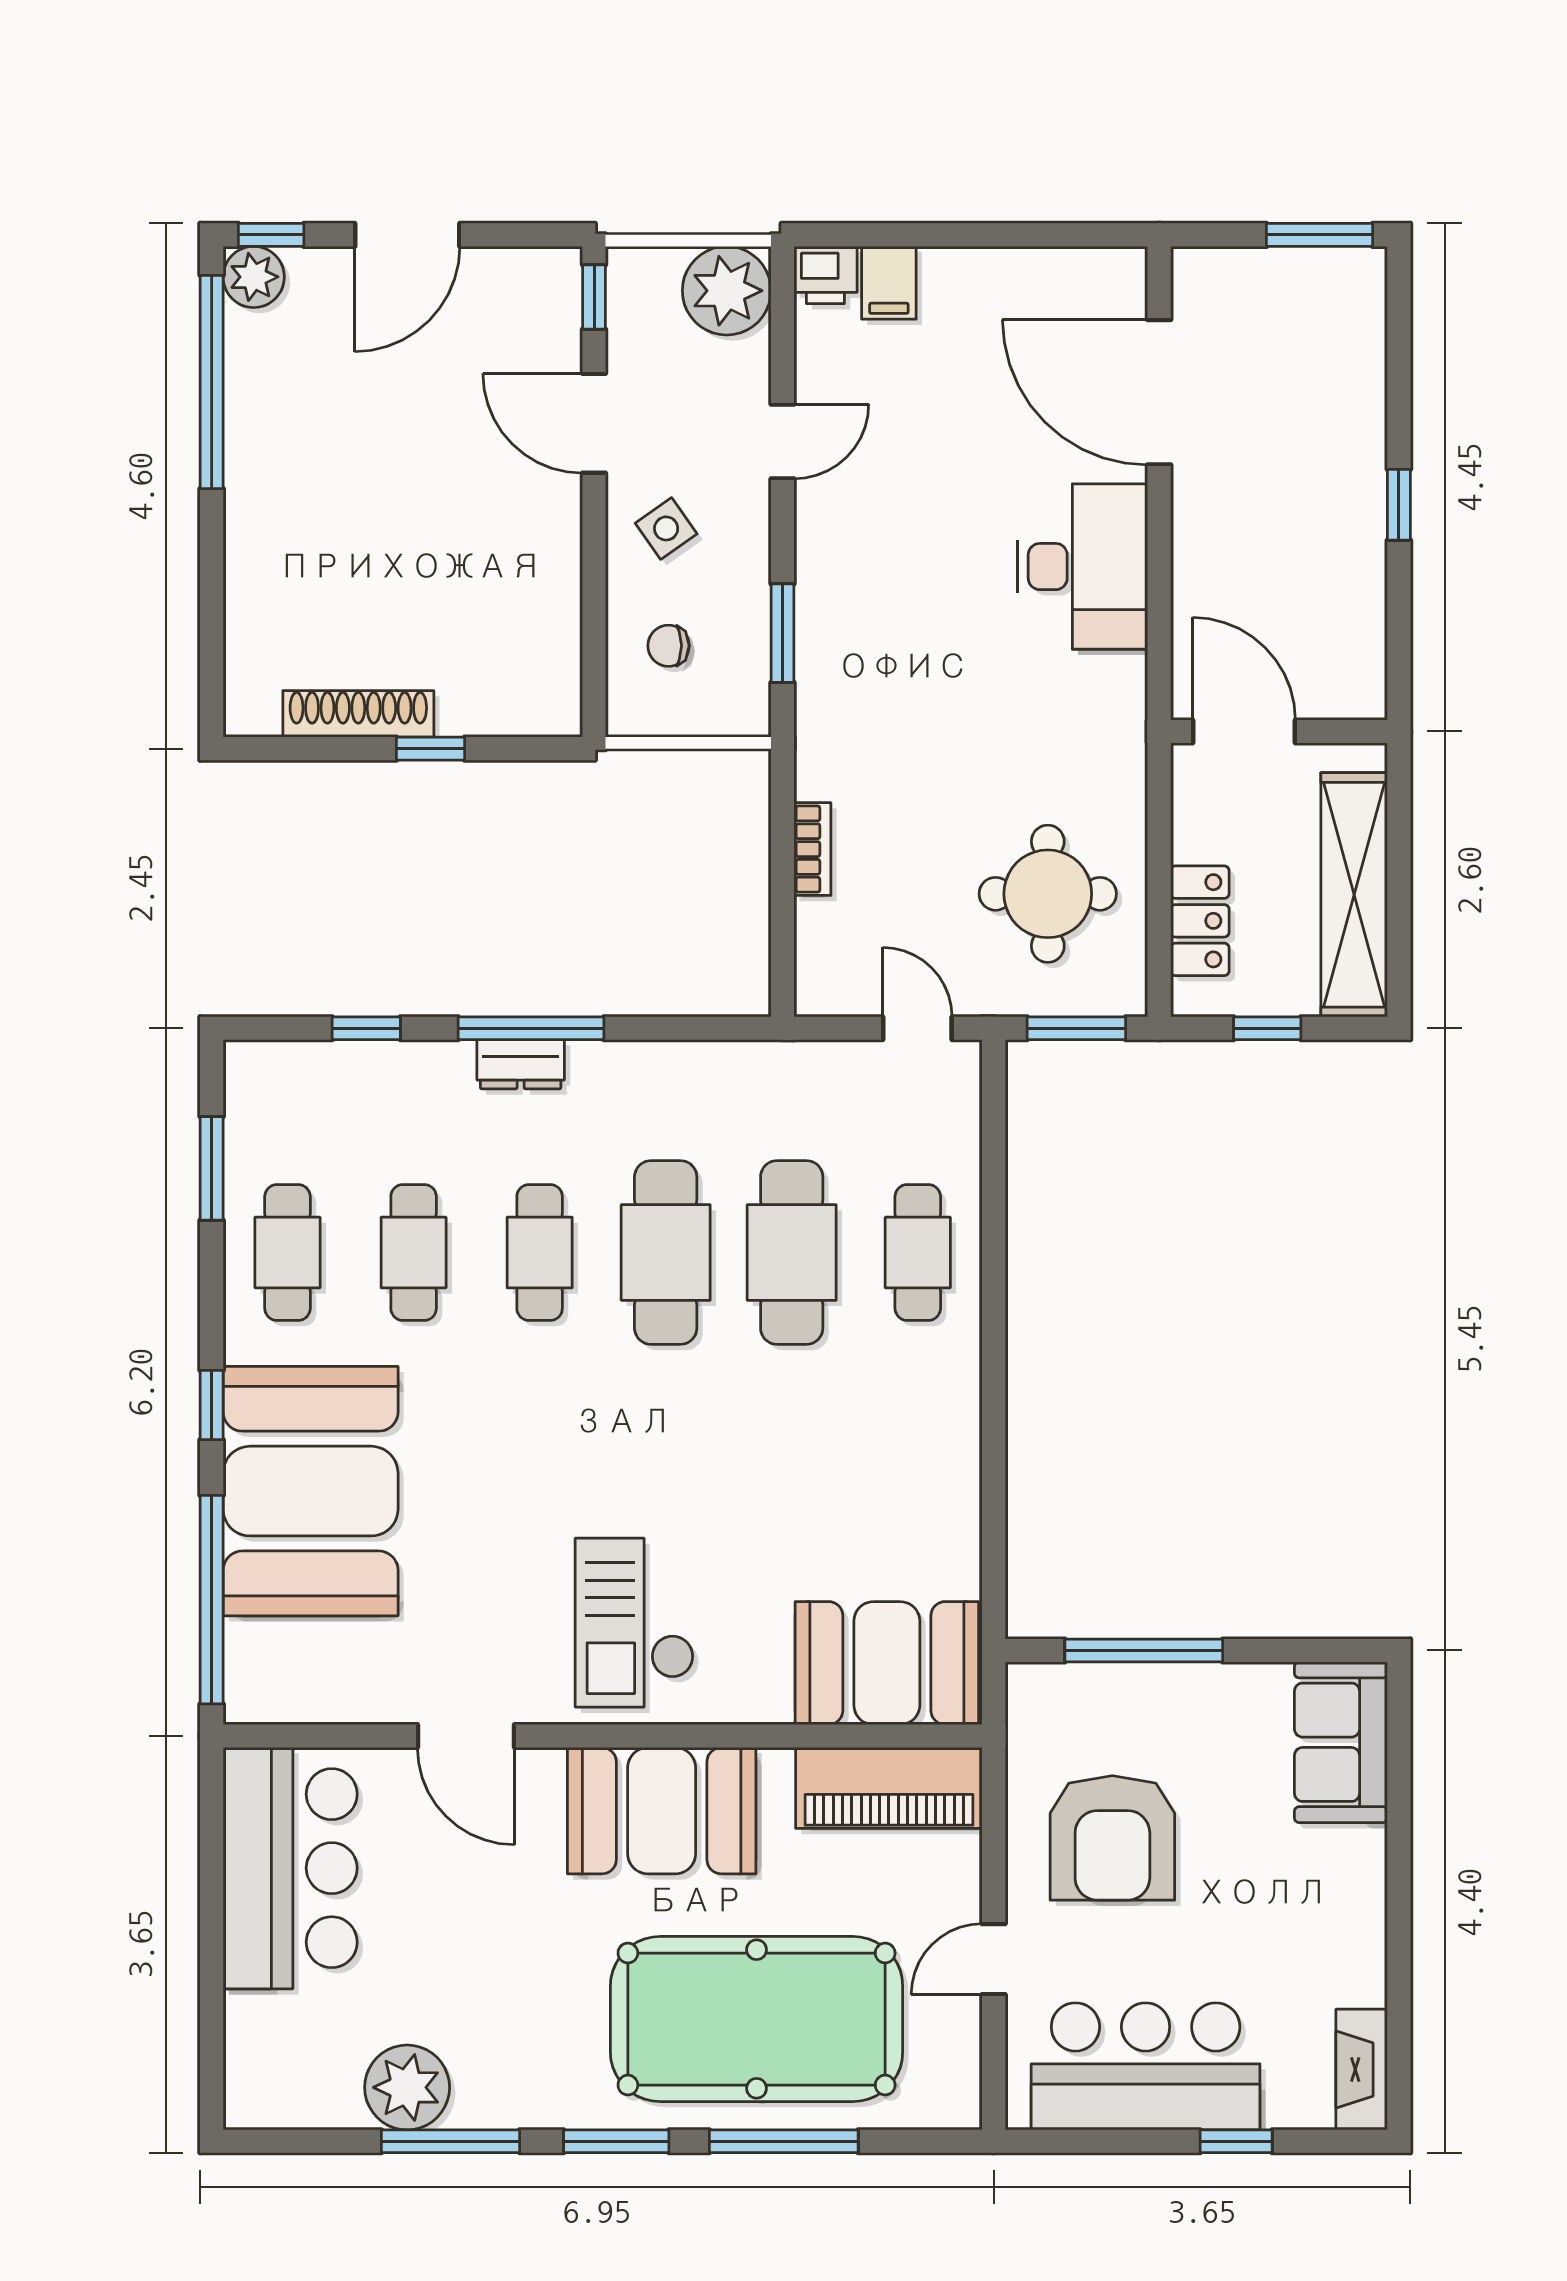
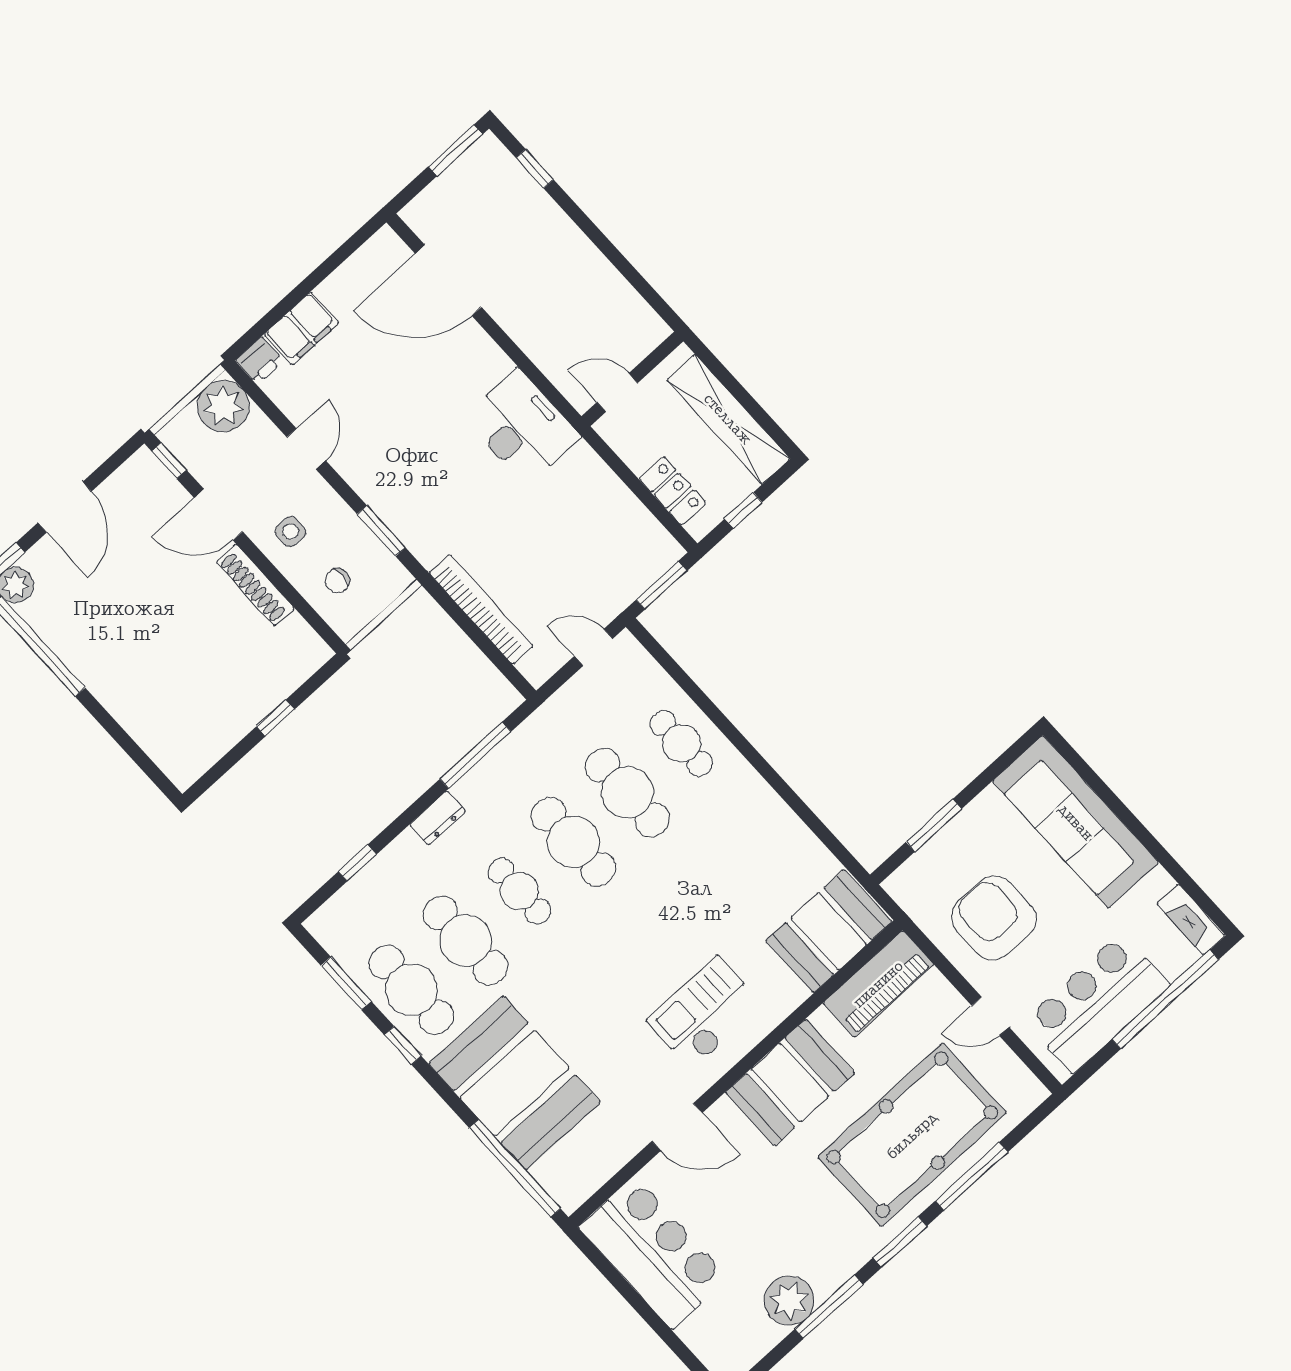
filing cabinet: (889, 283) -> (301, 328), width x2.00
window: (1399, 505) -> (535, 169), moved
side table: (666, 528) -> (290, 532), turned 35
desk: (1083, 567) -> (522, 427), moved
shoe rack: (358, 714) -> (255, 585), moved, turned -90
door: (1244, 731) -> (617, 392), width x0.73
bookcase: (812, 849) -> (481, 609), width x2.31, depth x1.31
round table: (1048, 894) -> (597, 539), removed
window: (531, 1028) -> (475, 755), moved
cafe table: (288, 1252) -> (411, 990), width x1.37, depth x1.35
cafe table: (414, 1252) -> (465, 940), width x1.37, depth x1.35
window: (212, 1405) -> (403, 1045), moved
checkout: (635, 1623) -> (705, 1013), turned 90
window: (1144, 1650) -> (934, 825), width x0.69
sofa: (1341, 1742) -> (1076, 822), width x1.85, depth x1.27
armchair: (1112, 1838) -> (994, 918), turned 180
door: (994, 1959) -> (990, 1016), hinge flipped
window: (1236, 2141) -> (1165, 999), width x3.17

